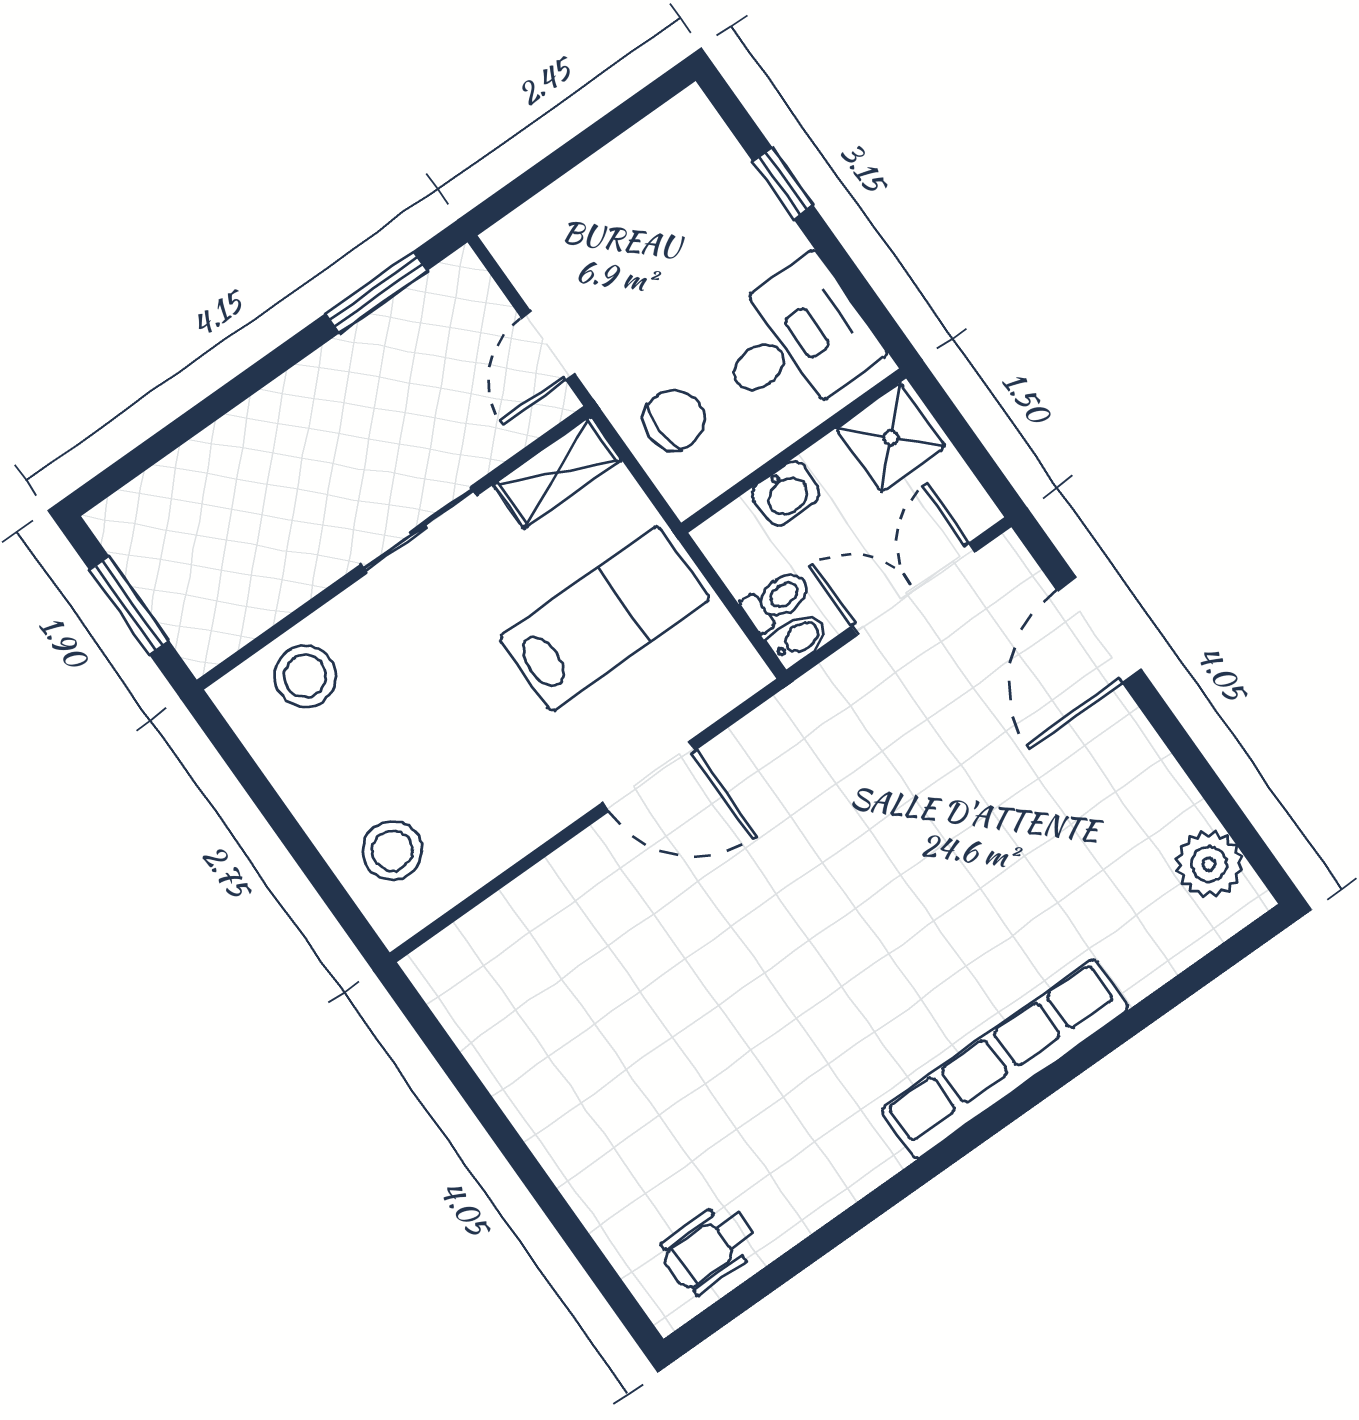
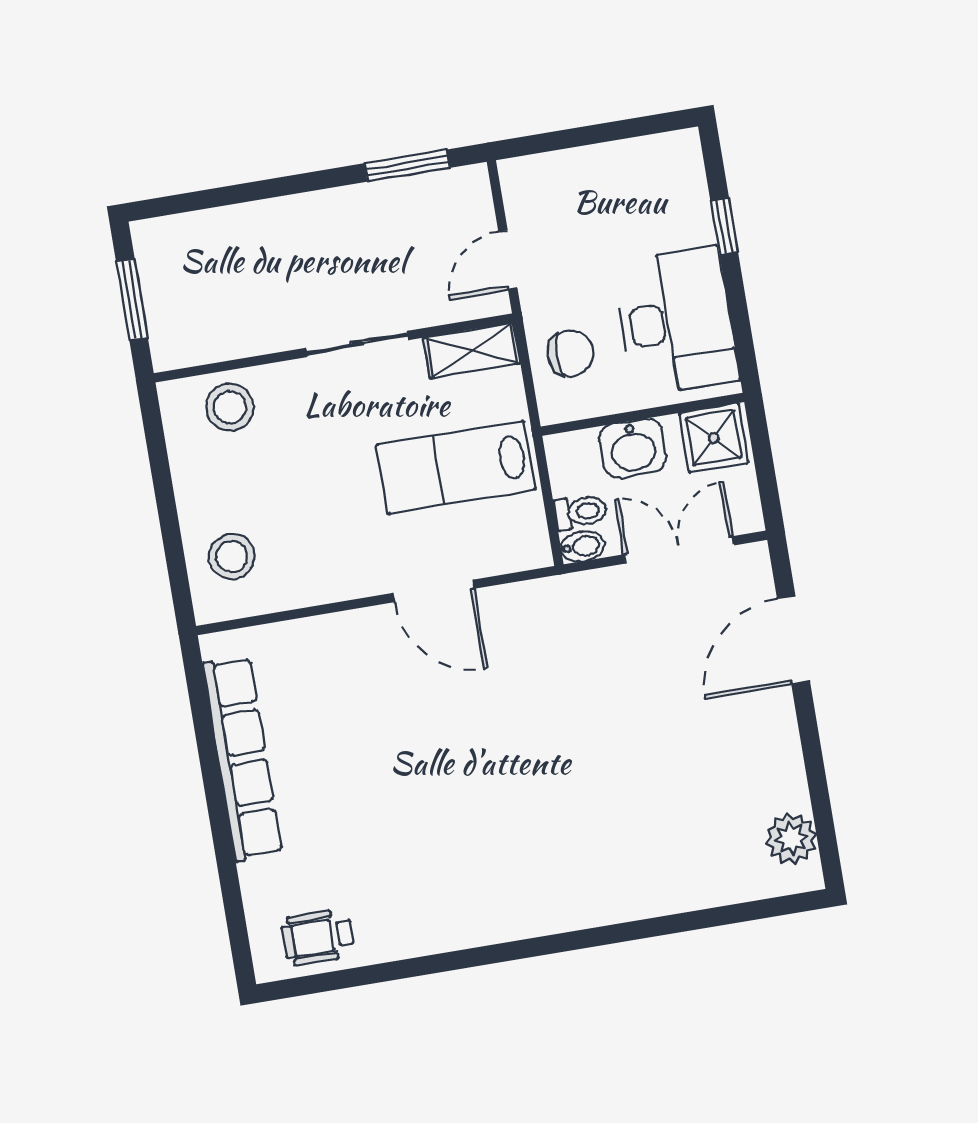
desk: (794, 342) -> (676, 321), width x1.37
washbasin: (786, 493) -> (633, 448), width x1.38, depth x1.45
lab bench: (604, 618) -> (456, 467), turned 180
row of seats: (1005, 1059) -> (242, 758), moved, turned 90

